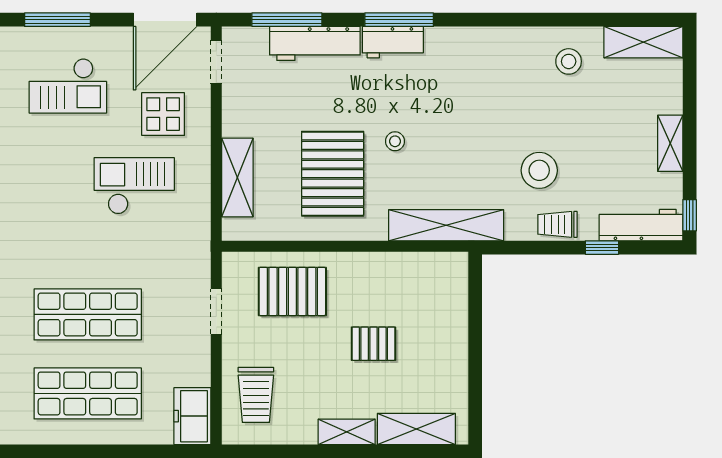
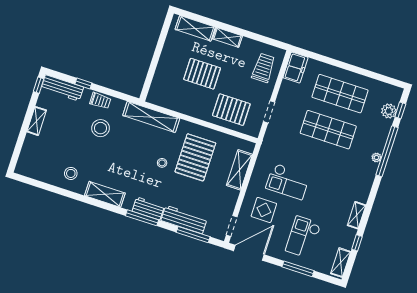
shelving: (643, 42) -> (105, 194), moved
checkout: (68, 86) -> (303, 237), turned -90
pallet: (373, 344) -> (202, 74), width x1.50, depth x1.42

